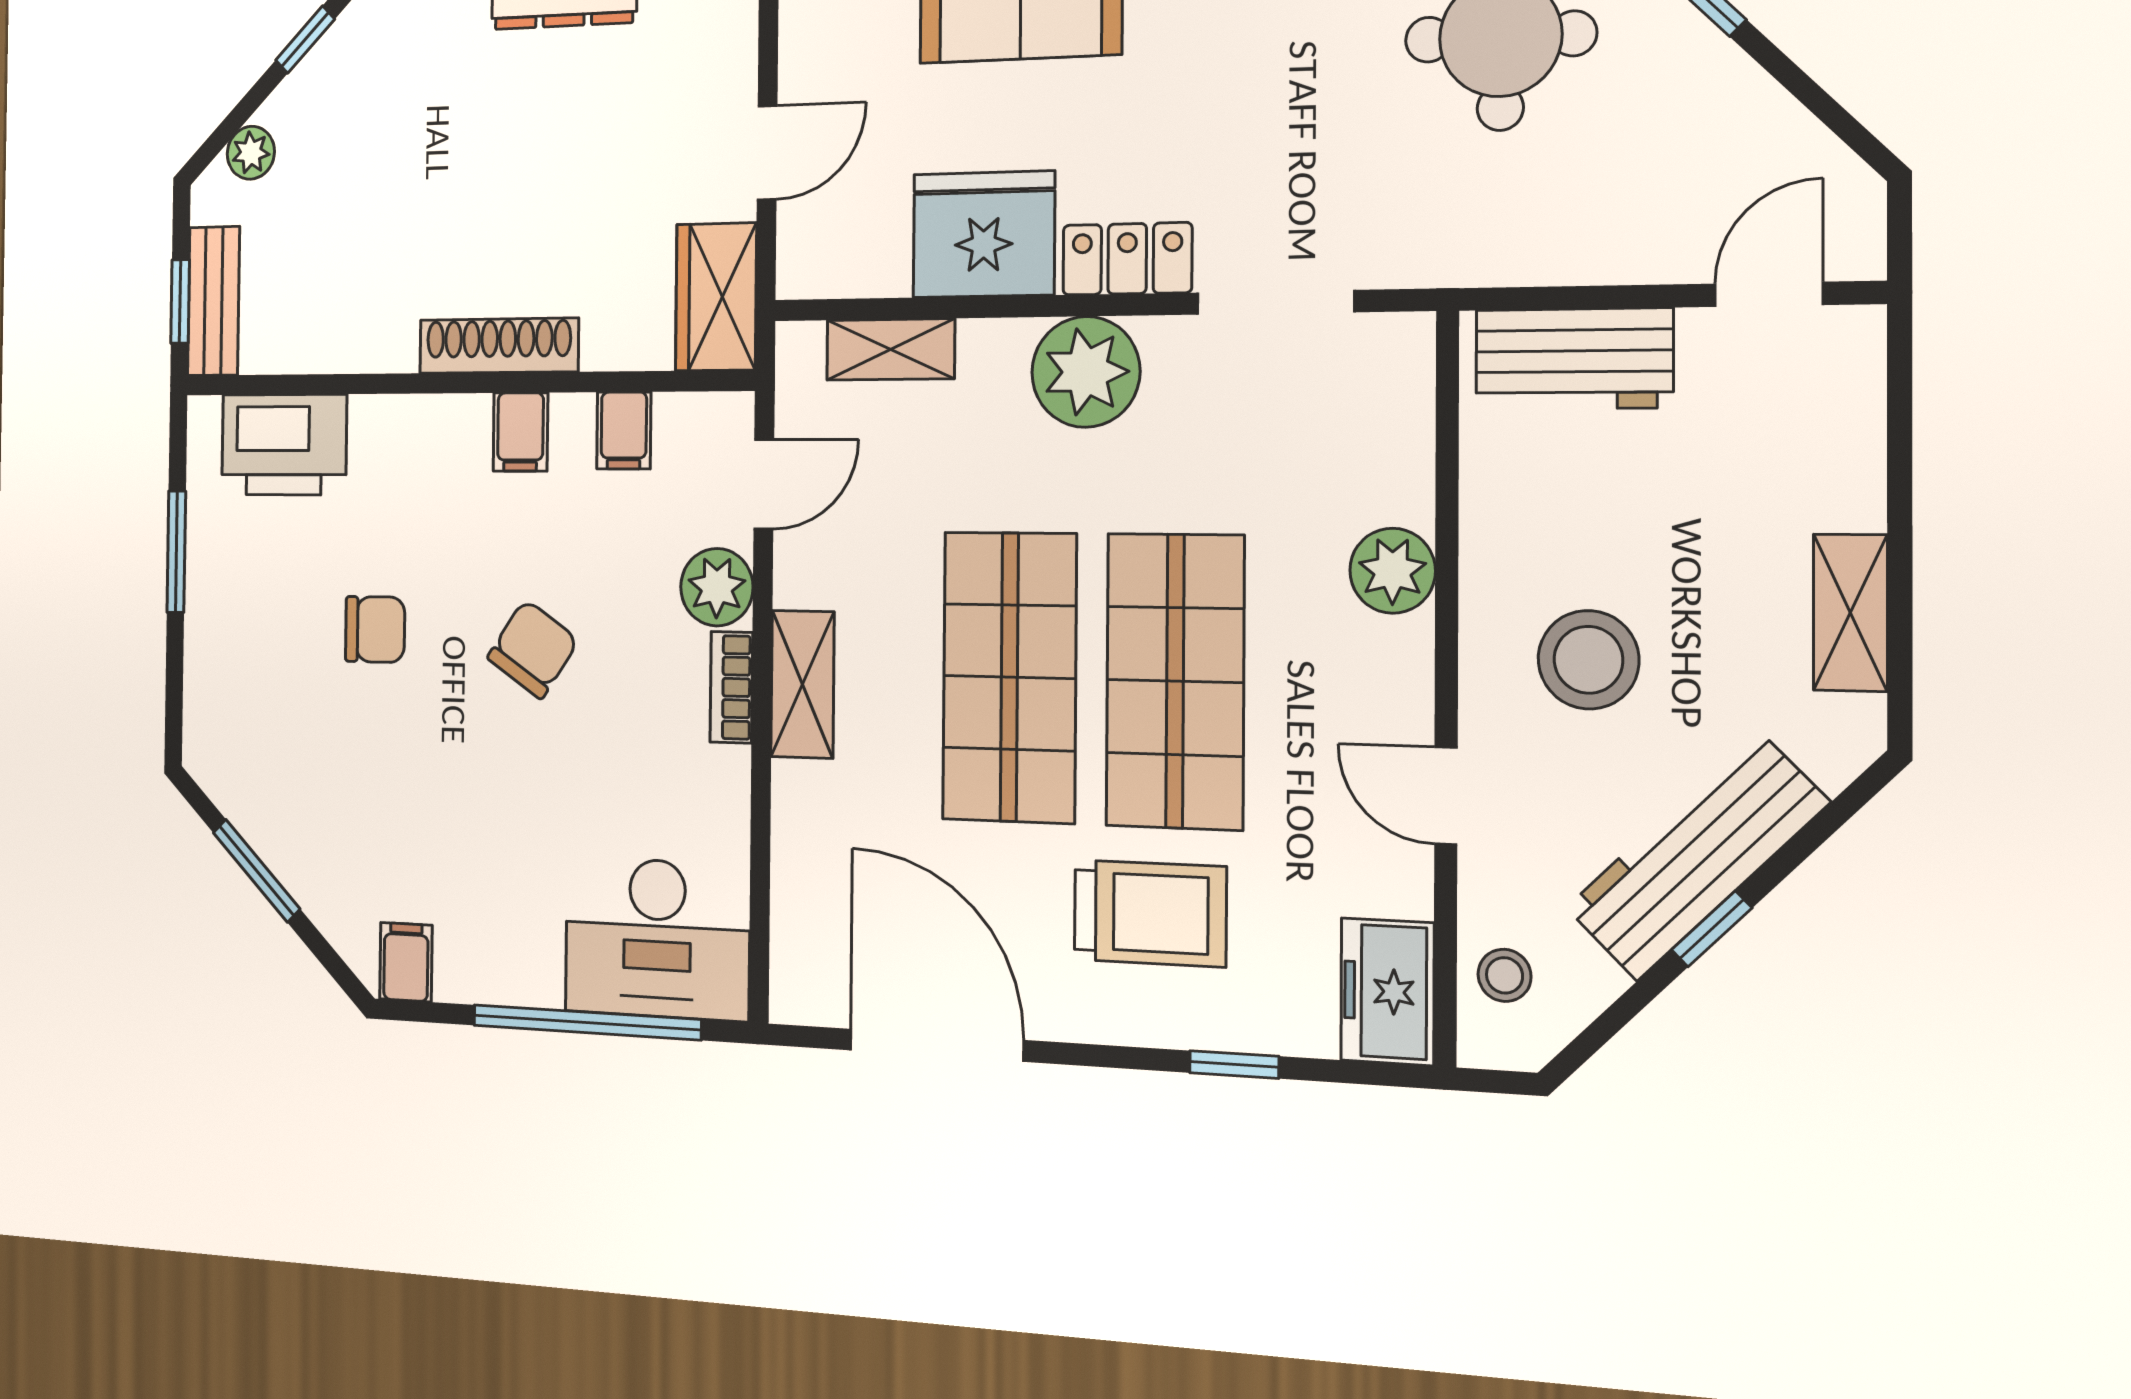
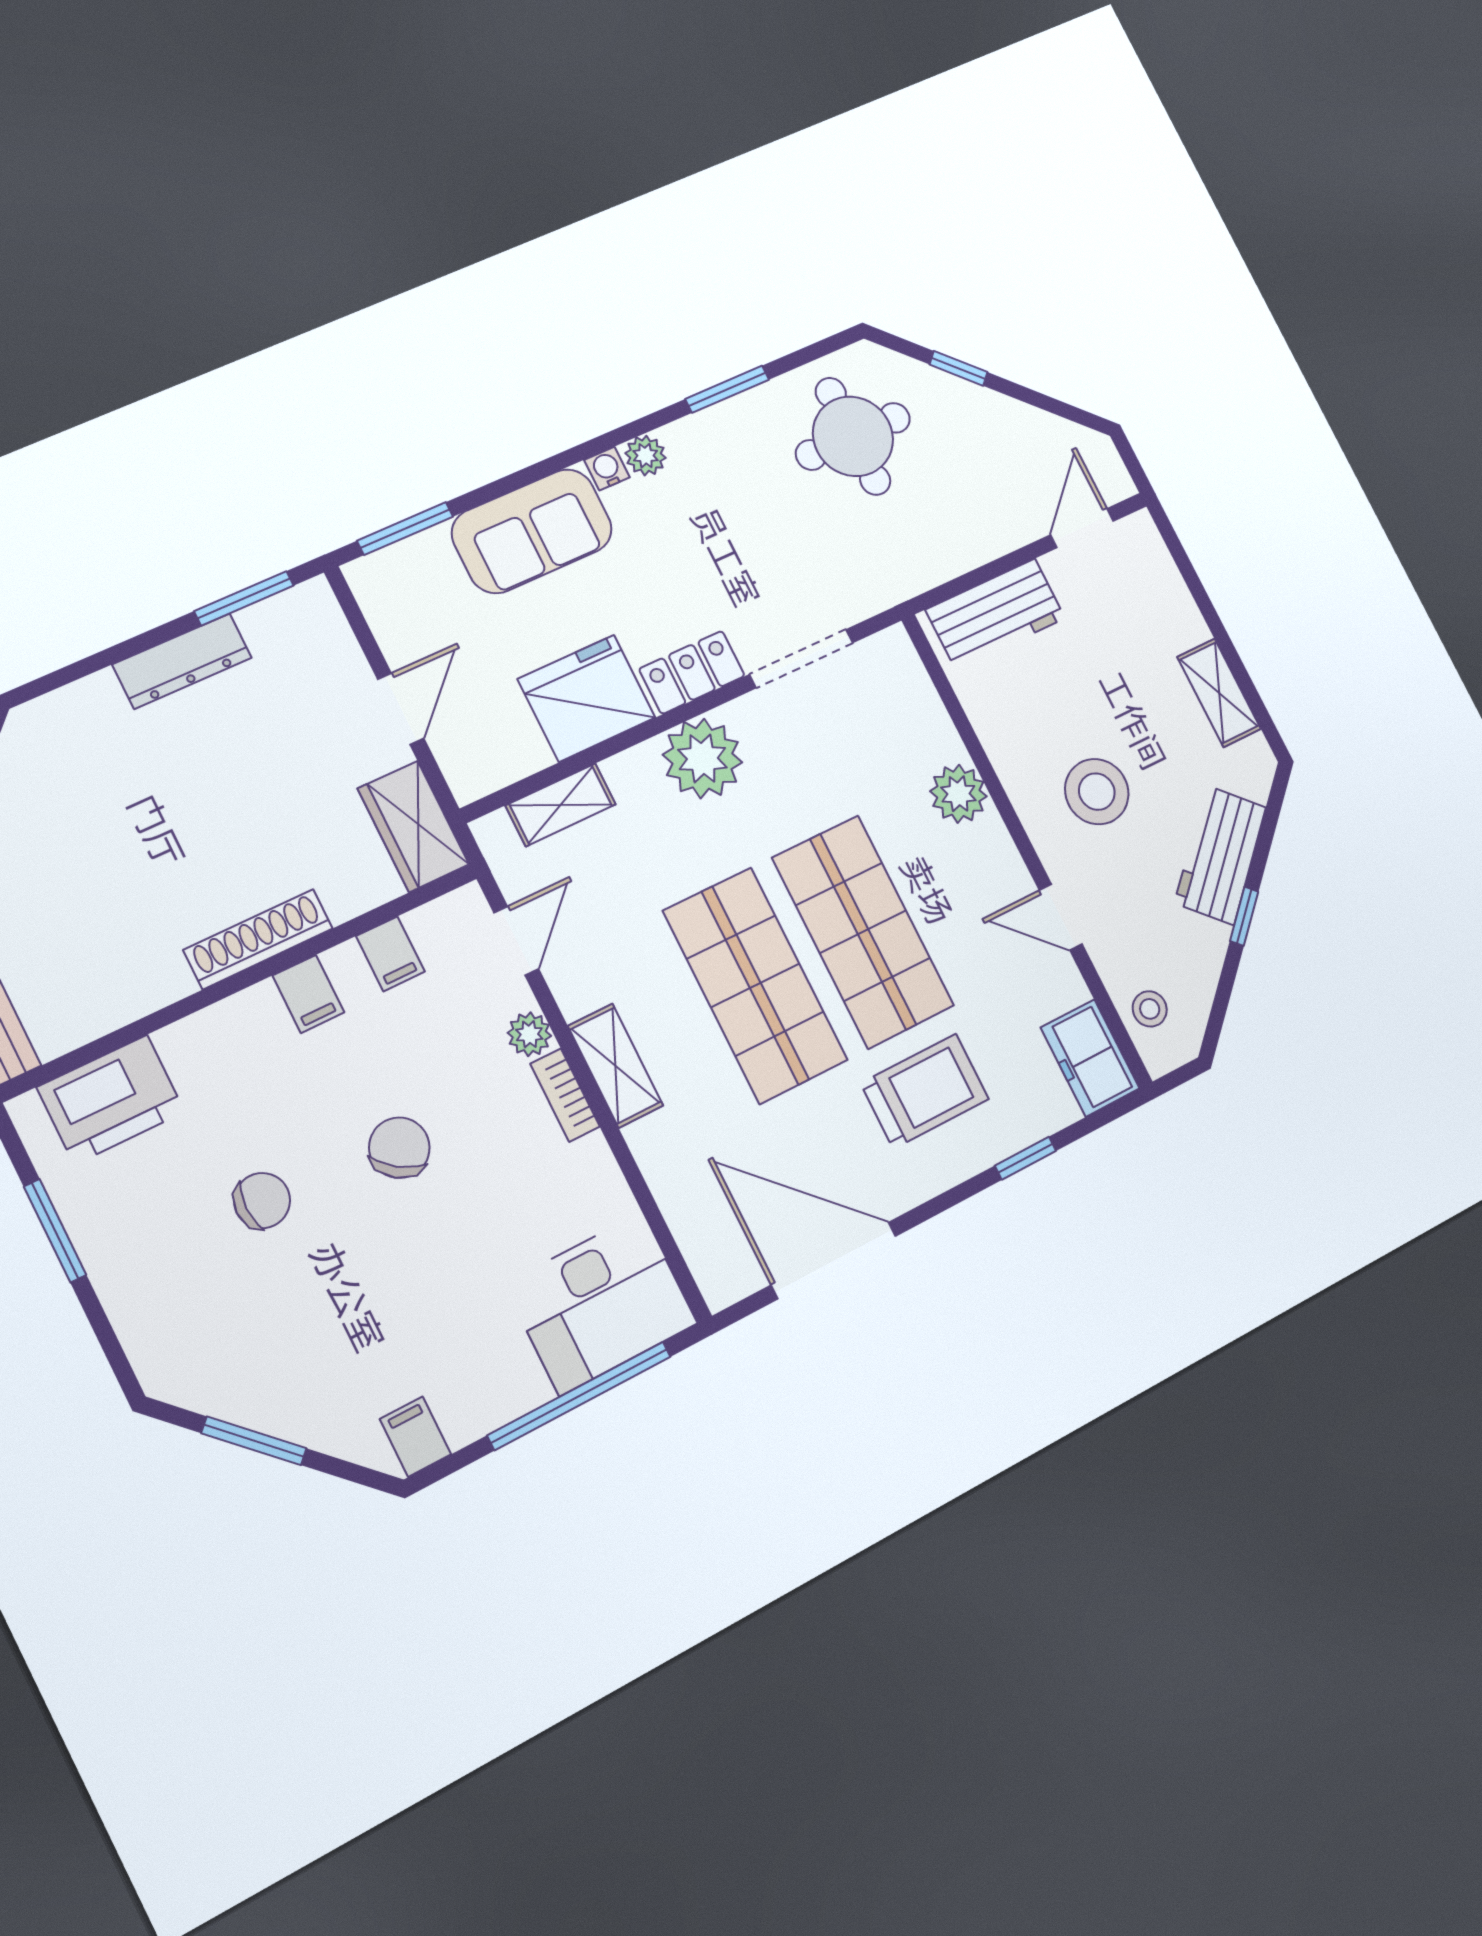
plant: (717, 587) -> (529, 1034), width x0.73, depth x0.73
workbench: (1697, 856) -> (1220, 855), width x0.73

